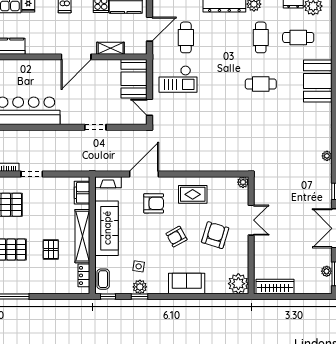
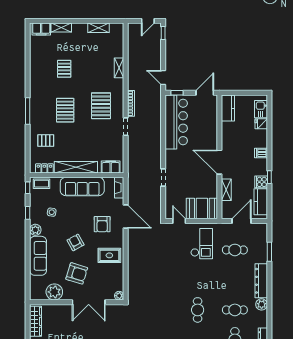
door: (150, 29) -> (242, 221), swing flipped
checkout: (178, 79) -> (202, 244), turned 180
door: (150, 107) -> (179, 221), hinge flipped
rug: (193, 194) -> (109, 255), turned 90
double door: (251, 220) -> (89, 302), width x1.37
pallet: (51, 249) -> (46, 141), moved
sofa: (187, 283) -> (38, 256), width x1.36
plant: (238, 284) -> (54, 292), moved
plant: (140, 287) -> (35, 230), moved

